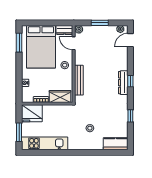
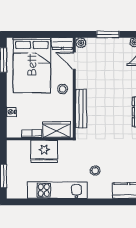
fridge: (32, 113) -> (44, 151), moved
kitchen unit: (45, 143) -> (57, 190), moved

